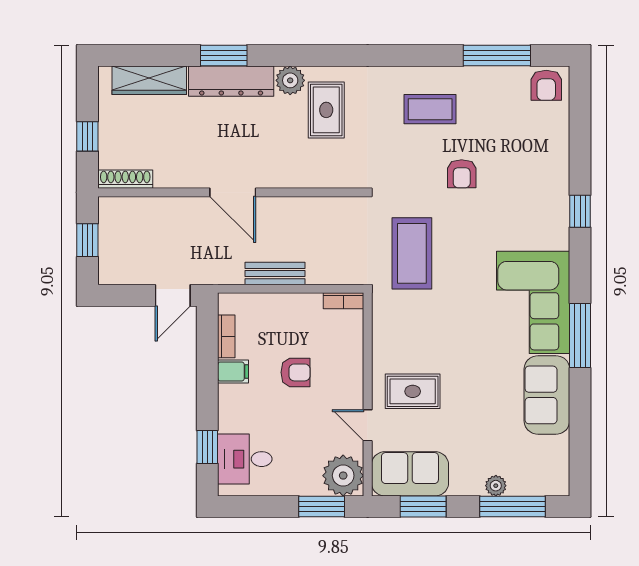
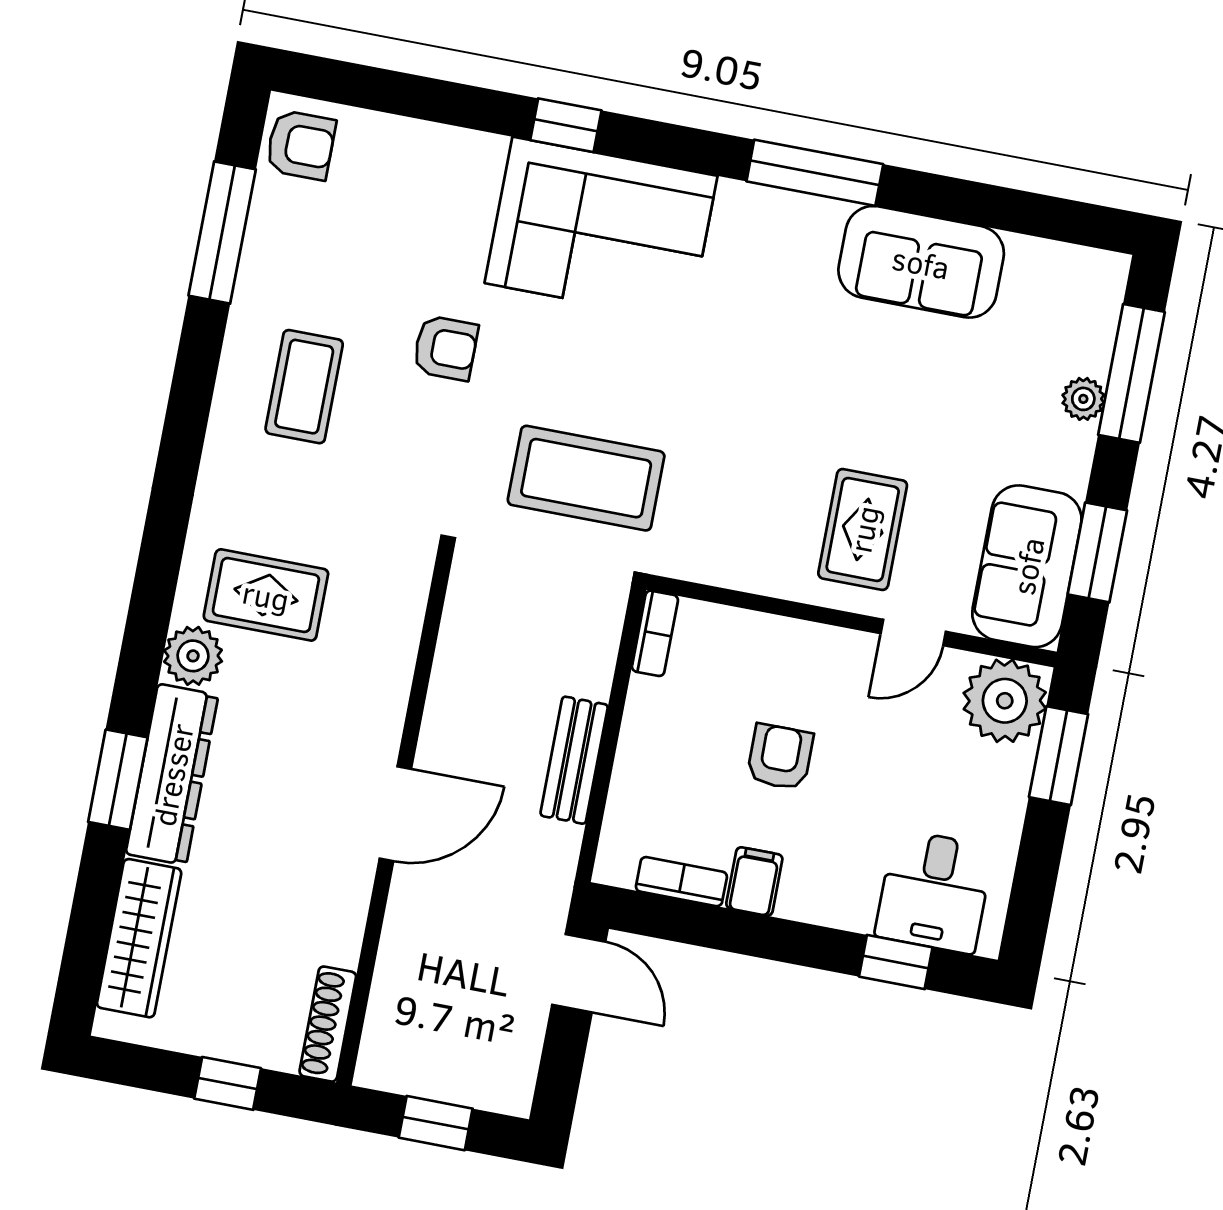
corner sofa: (533, 302) -> (601, 229), moved

